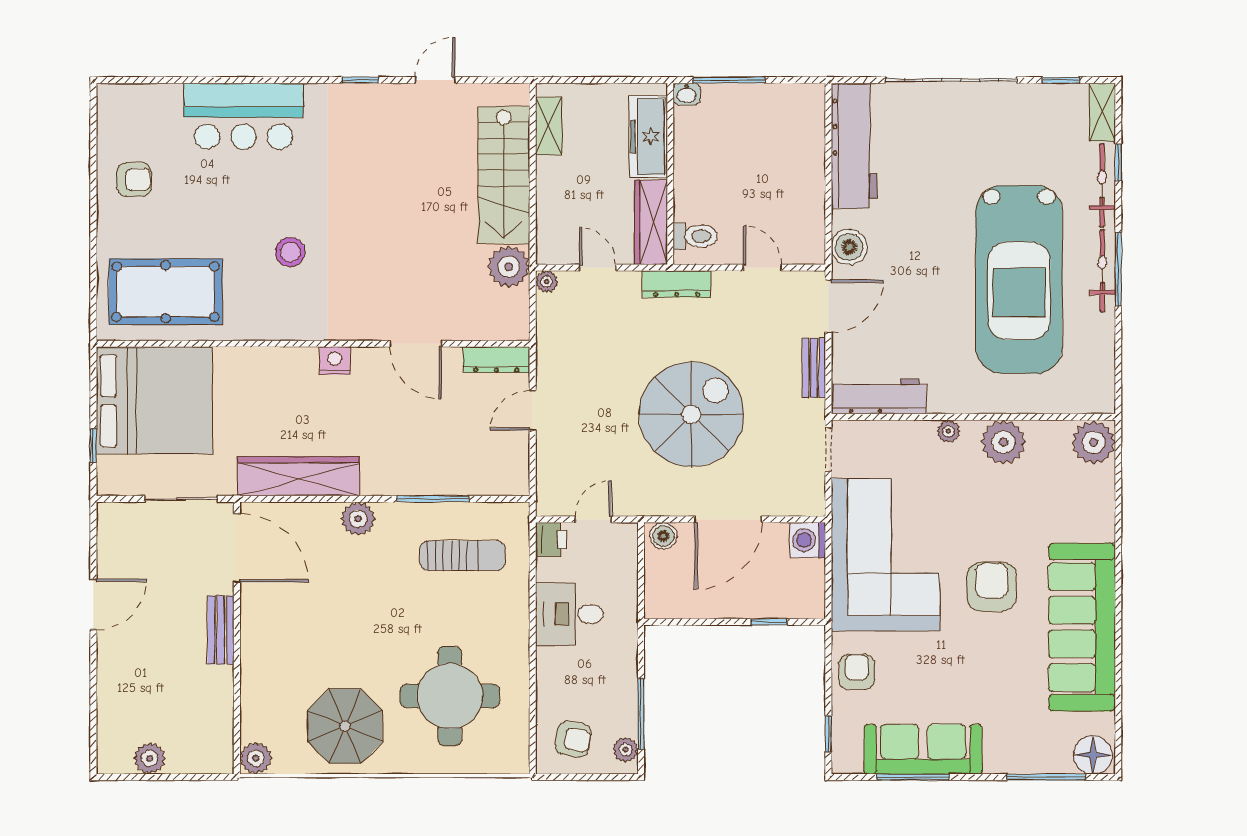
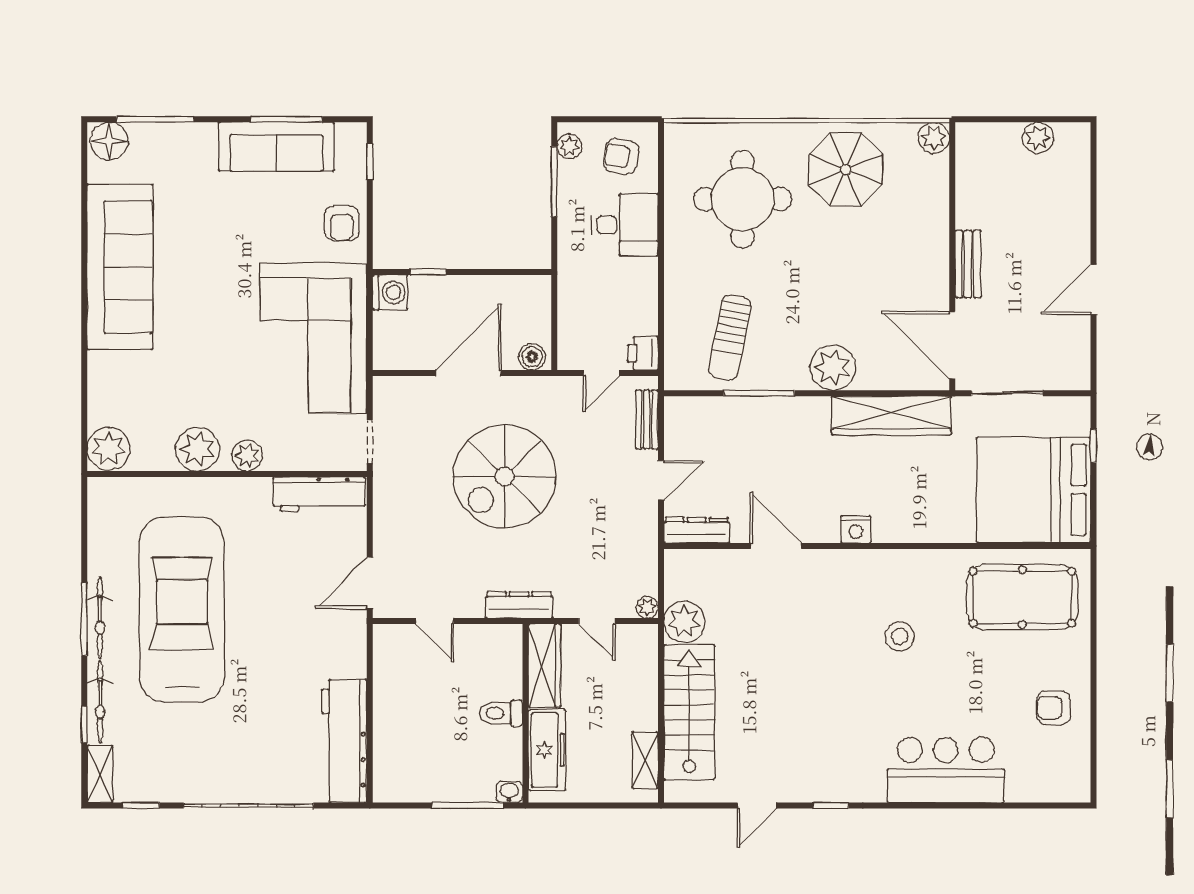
toilet: (695, 236) -> (501, 713), moved
boiler: (849, 247) -> (349, 641), removed
bench: (814, 368) -> (647, 420), moved
plant: (949, 431) -> (247, 456), width x1.38, depth x1.38
plant: (358, 519) -> (833, 368), width x1.36, depth x1.36
washing machine: (808, 540) -> (390, 292), moved
sun lounger: (463, 556) -> (730, 337), turned -79
armchair: (992, 587) -> (209, 307), removed
desk: (569, 614) -> (625, 225), moved

